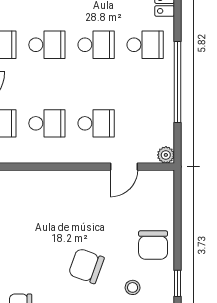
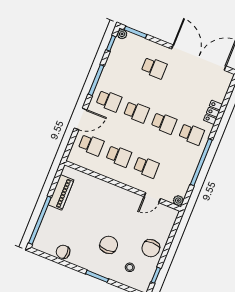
chair: (86, 266) -> (109, 245), turned 70

